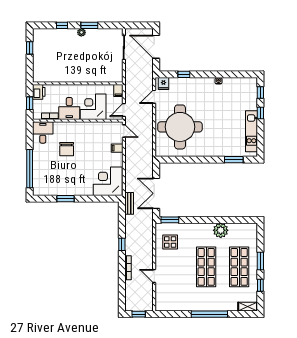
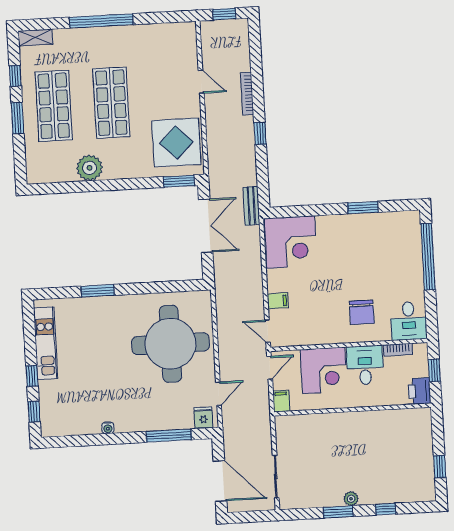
window: (184, 74) -> (169, 436), width x2.17
chair: (67, 149) -> (362, 312), moved, turned 180
window: (234, 160) -> (98, 291), moved
display table: (170, 242) -> (176, 143), width x1.86, depth x1.86

